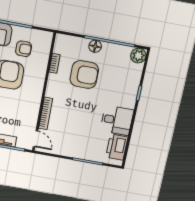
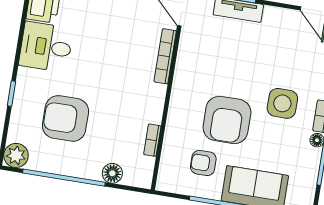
floor lamp: (95, 46) -> (112, 173), moved
armchair: (84, 75) -> (65, 118), moved

